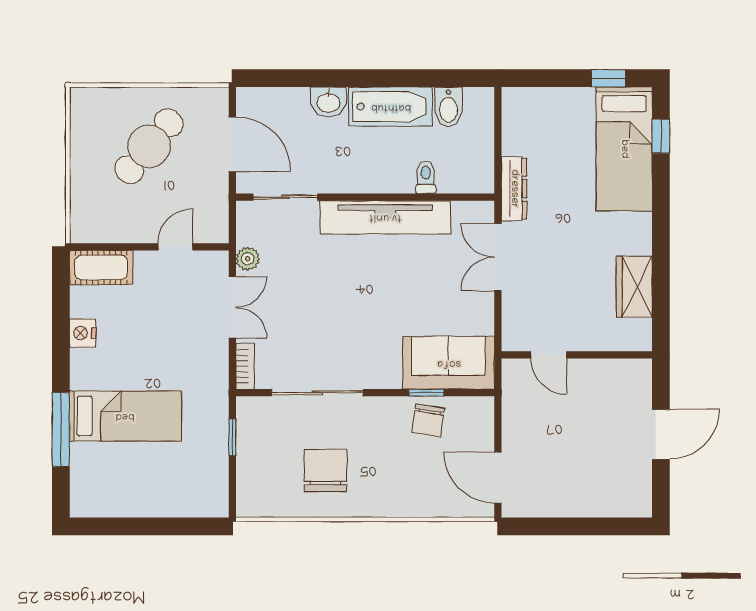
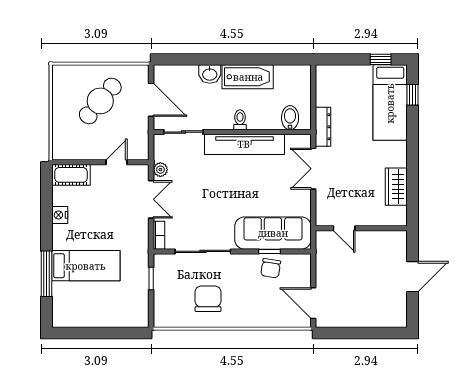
bidet: (448, 107) -> (290, 118), moved, turned 180
toilet: (426, 177) -> (240, 120), moved
sofa: (449, 363) -> (273, 233), width x1.36

